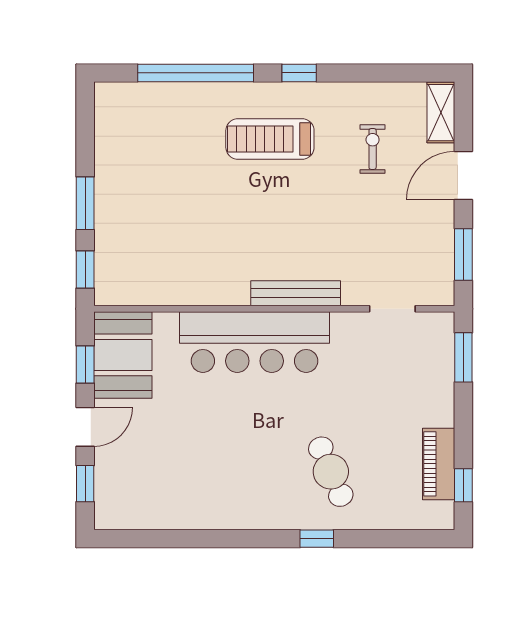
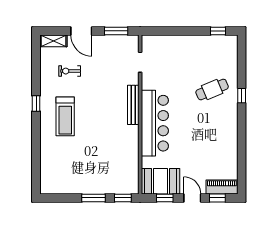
window: (196, 73) -> (36, 149), removed
window: (463, 357) -> (162, 31), removed
piano: (439, 464) -> (222, 187), moved, turned 180

